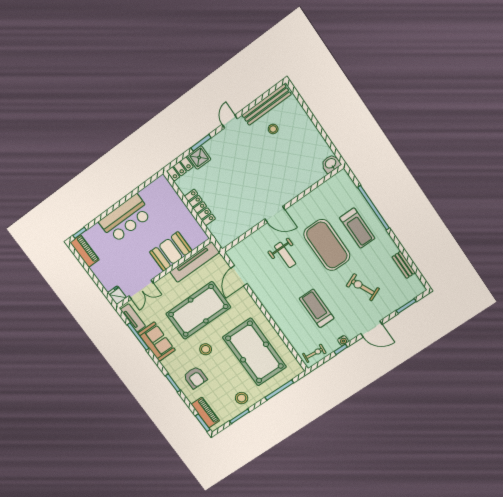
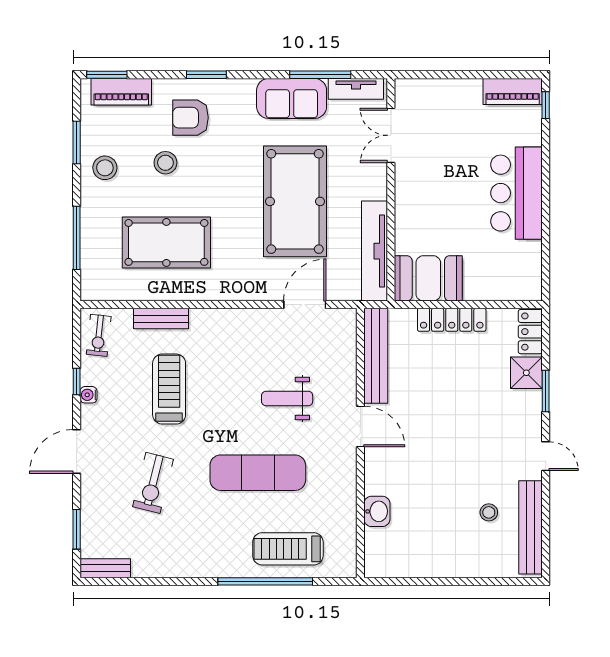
washbasin: (331, 164) -> (377, 511), moved
door: (275, 214) -> (360, 426), swing flipped
treadmill: (357, 228) -> (288, 549), moved
bench: (239, 230) -> (376, 356), added
exercise mat: (327, 245) -> (258, 473), width x0.68
booth: (171, 251) -> (428, 278), moved, turned 90
bench: (404, 265) -> (105, 568), moved
door: (239, 276) -> (305, 305), hinge flipped
exercise bike: (363, 287) -> (153, 483), turned 128
fridge: (117, 295) -> (409, 91), removed
treadmill: (317, 308) -> (169, 389), turned -90
bench: (289, 332) -> (161, 319), added
stool: (206, 349) -> (165, 163), moved
pool table: (254, 352) -> (166, 242), width x0.73, depth x0.76

